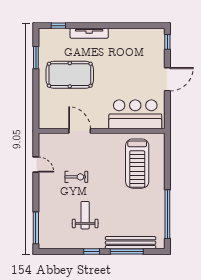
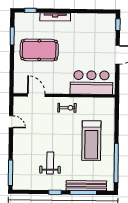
door: (80, 131) -> (36, 95), moved
treadmill: (137, 164) -> (91, 141), moved
exercise bike: (76, 177) -> (67, 108), moved

